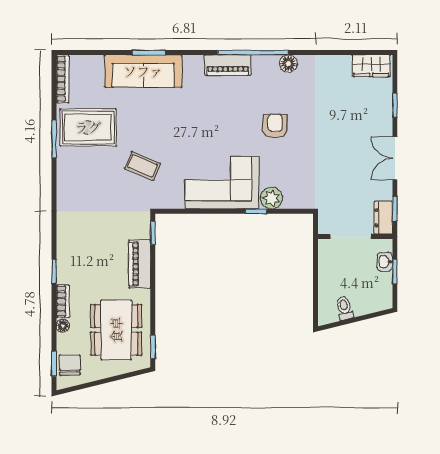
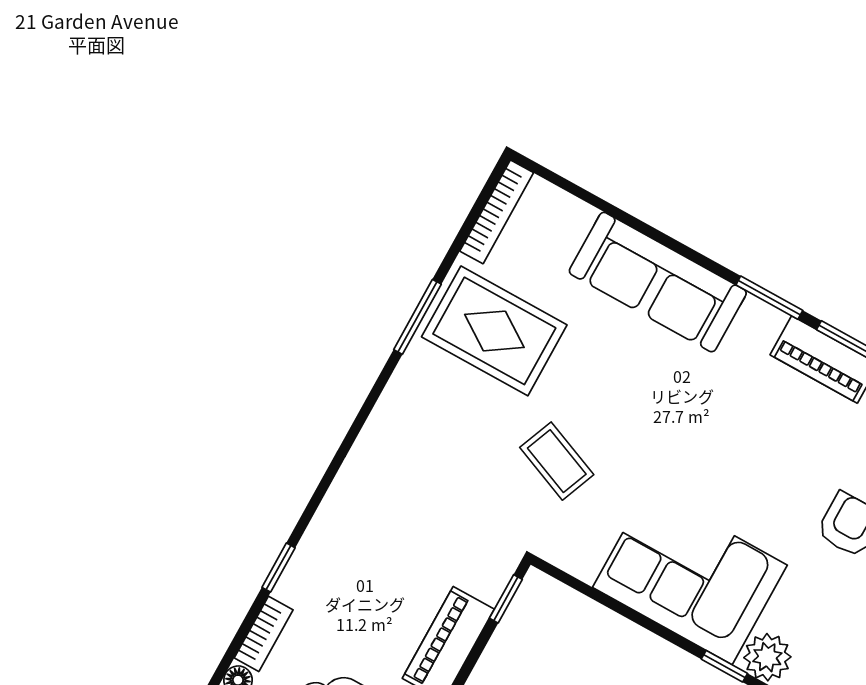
window: (149, 52) -> (769, 298), moved

